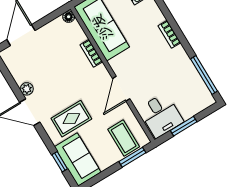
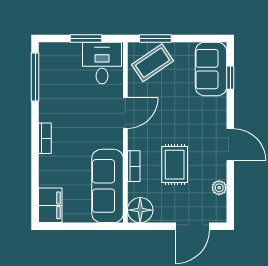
floor lamp: (69, 17) -> (140, 210), width x1.89, depth x1.89
plant: (27, 89) -> (219, 188), moved
rug: (71, 119) -> (175, 165), moved, turned 90
coffee table: (124, 138) -> (153, 63), turned 56

